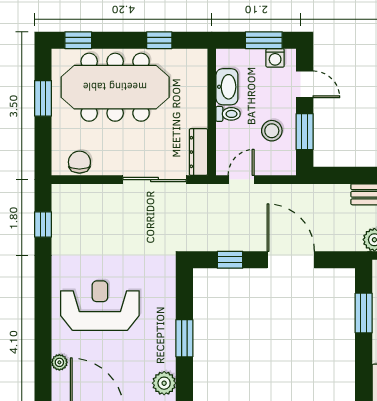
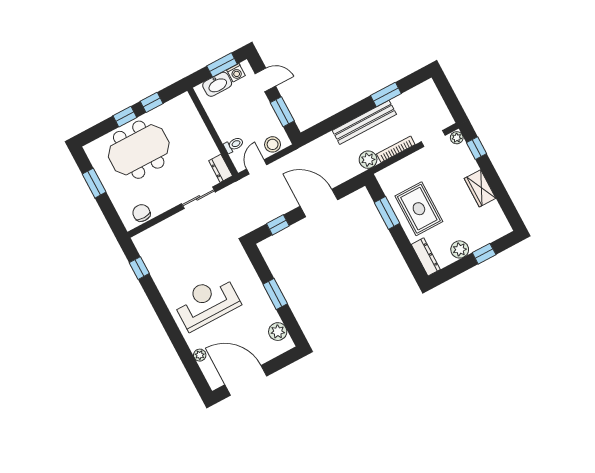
window: (78, 40) -> (125, 117), moved
meeting table: (115, 87) -> (139, 150), width x0.73
washbasin: (227, 87) -> (217, 84), moved, turned 90
toilet: (228, 114) -> (234, 145), moved
stool: (272, 131) -> (273, 144), moved
dresser: (198, 152) -> (221, 168), width x0.70
sliding door: (154, 180) -> (198, 198), width x0.73

